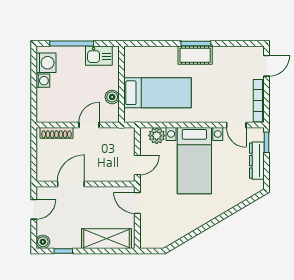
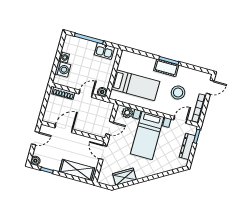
washing machine: (46, 63) -> (63, 69), moved
stool: (222, 86) -> (178, 93), added
boiler: (112, 97) -> (102, 92), moved
door: (236, 125) -> (180, 120), swing flipped
wardrobe: (178, 229) -> (125, 177), added

